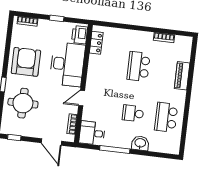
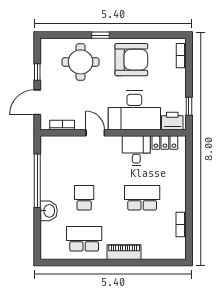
window: (57, 18) -> (189, 106), moved
piano: (182, 76) -> (124, 252), moved
desk: (92, 133) -> (136, 151), moved
window: (14, 138) -> (37, 72), moved
window: (115, 150) -> (37, 181), width x1.46

